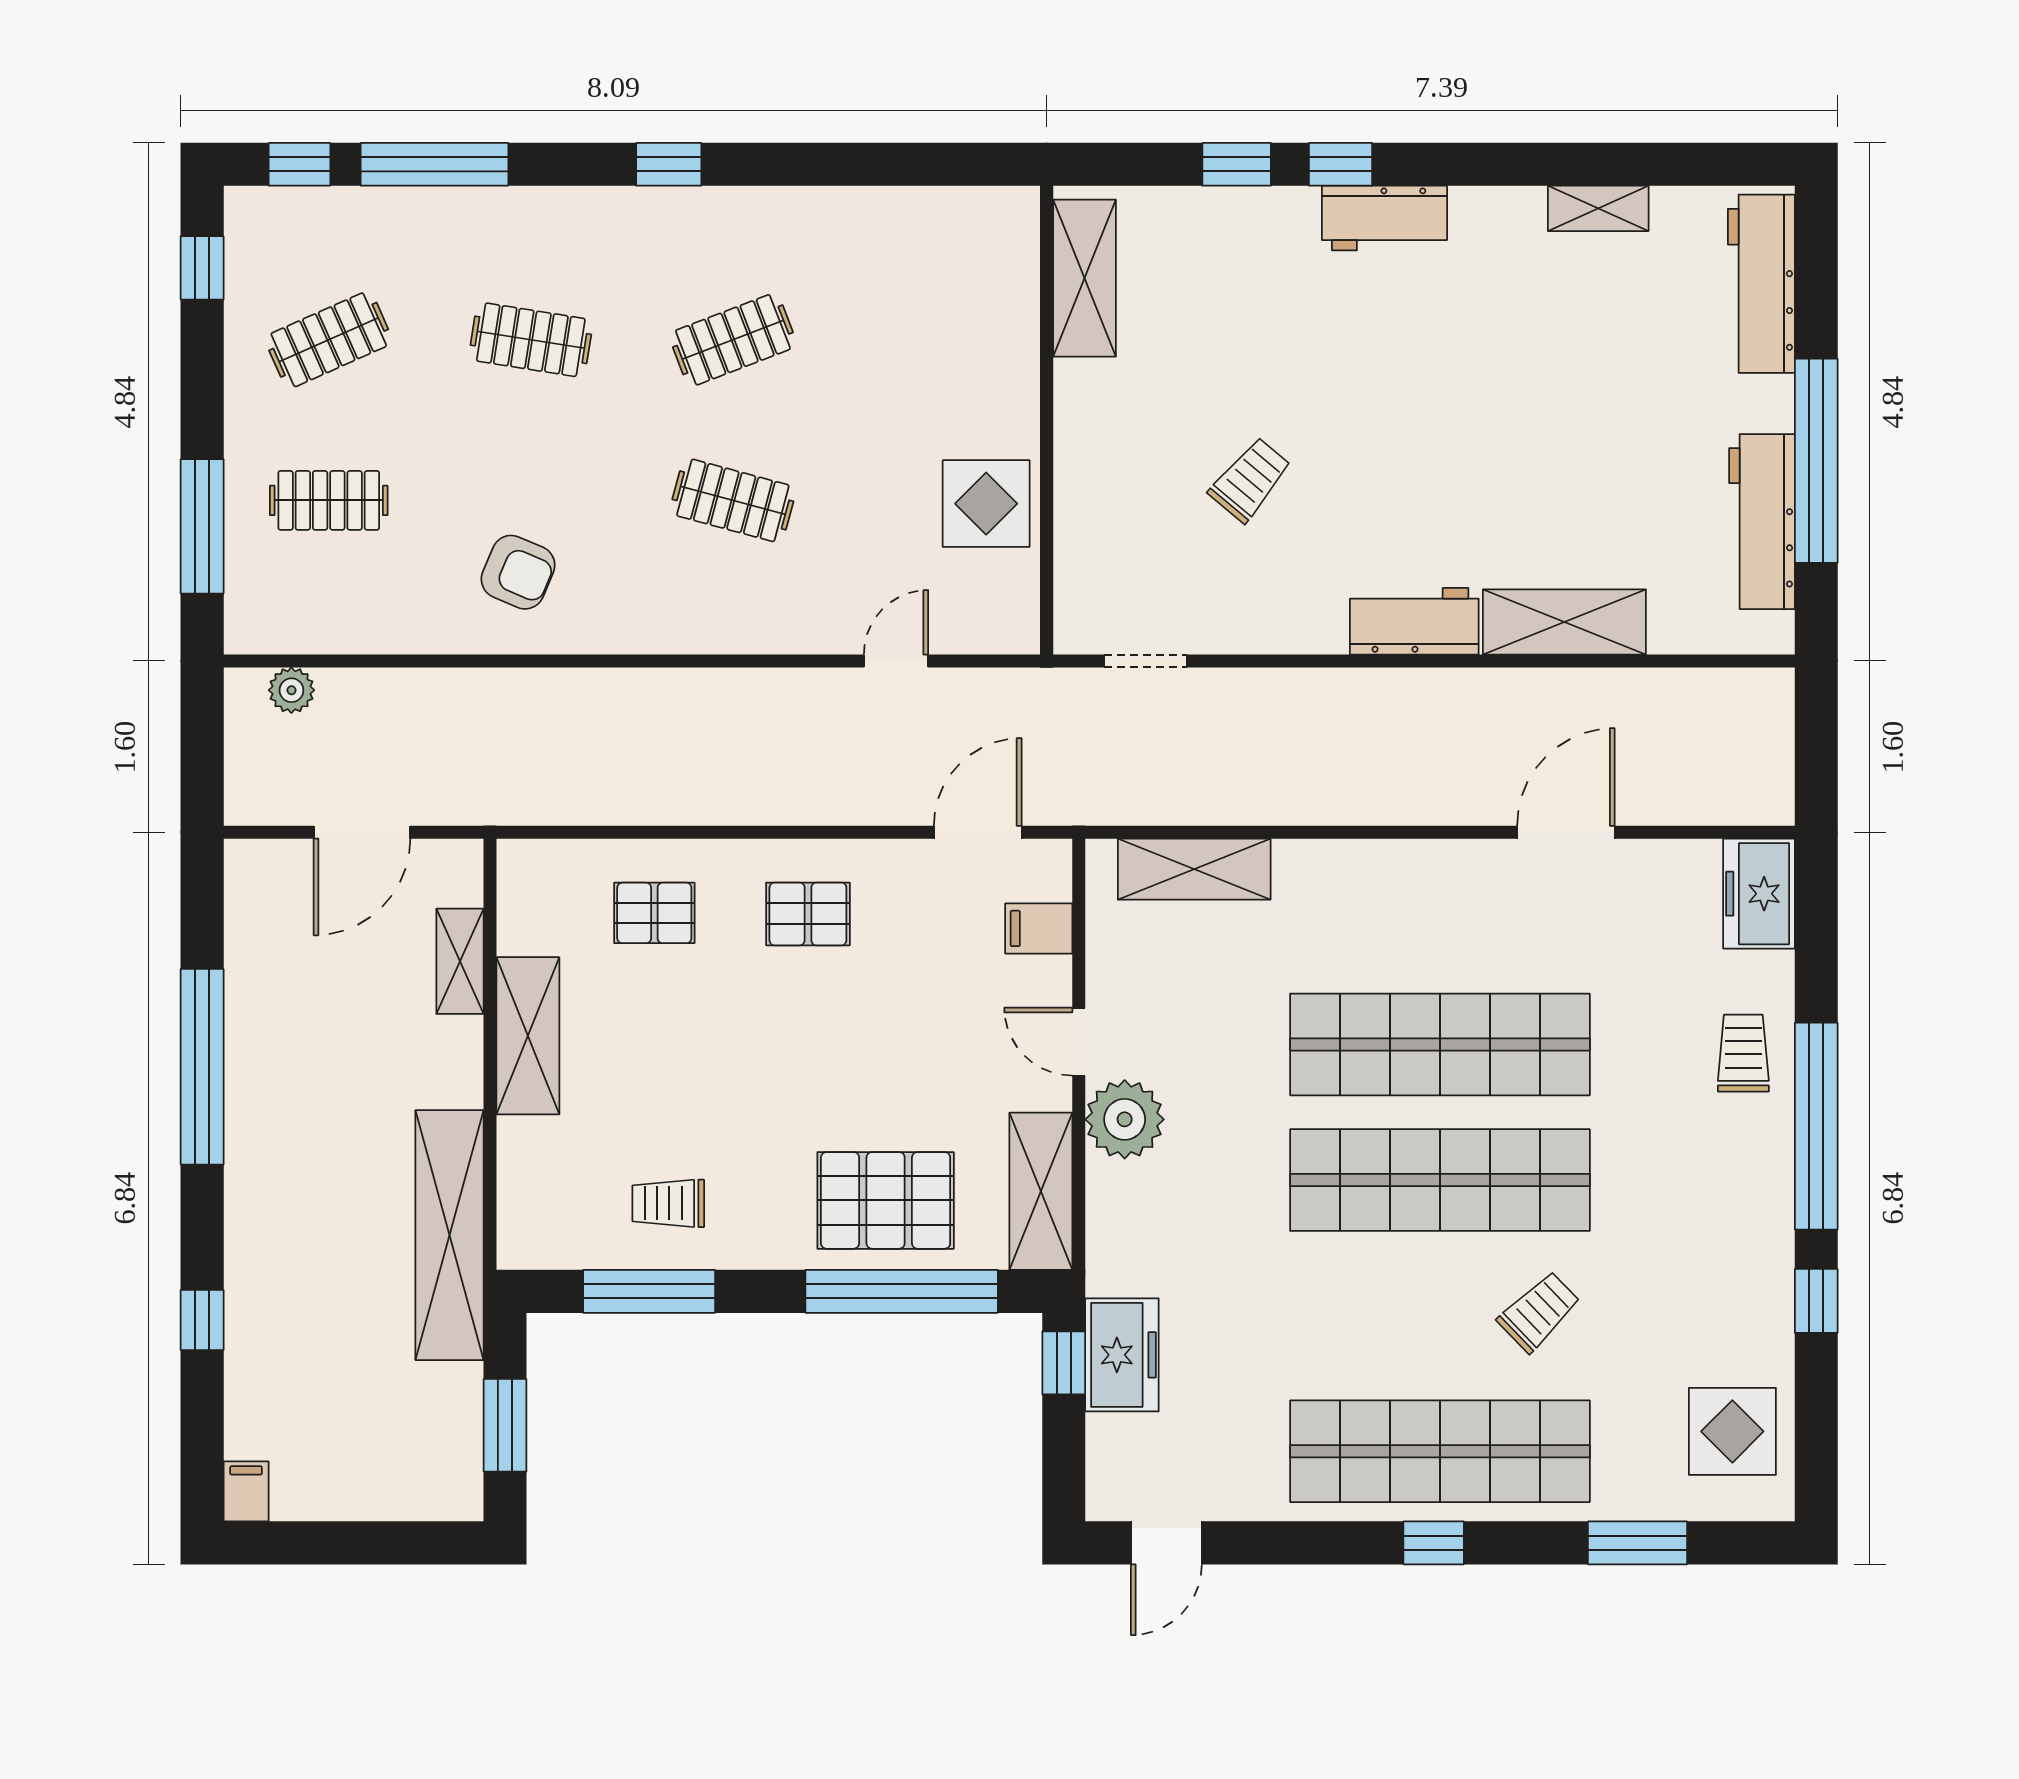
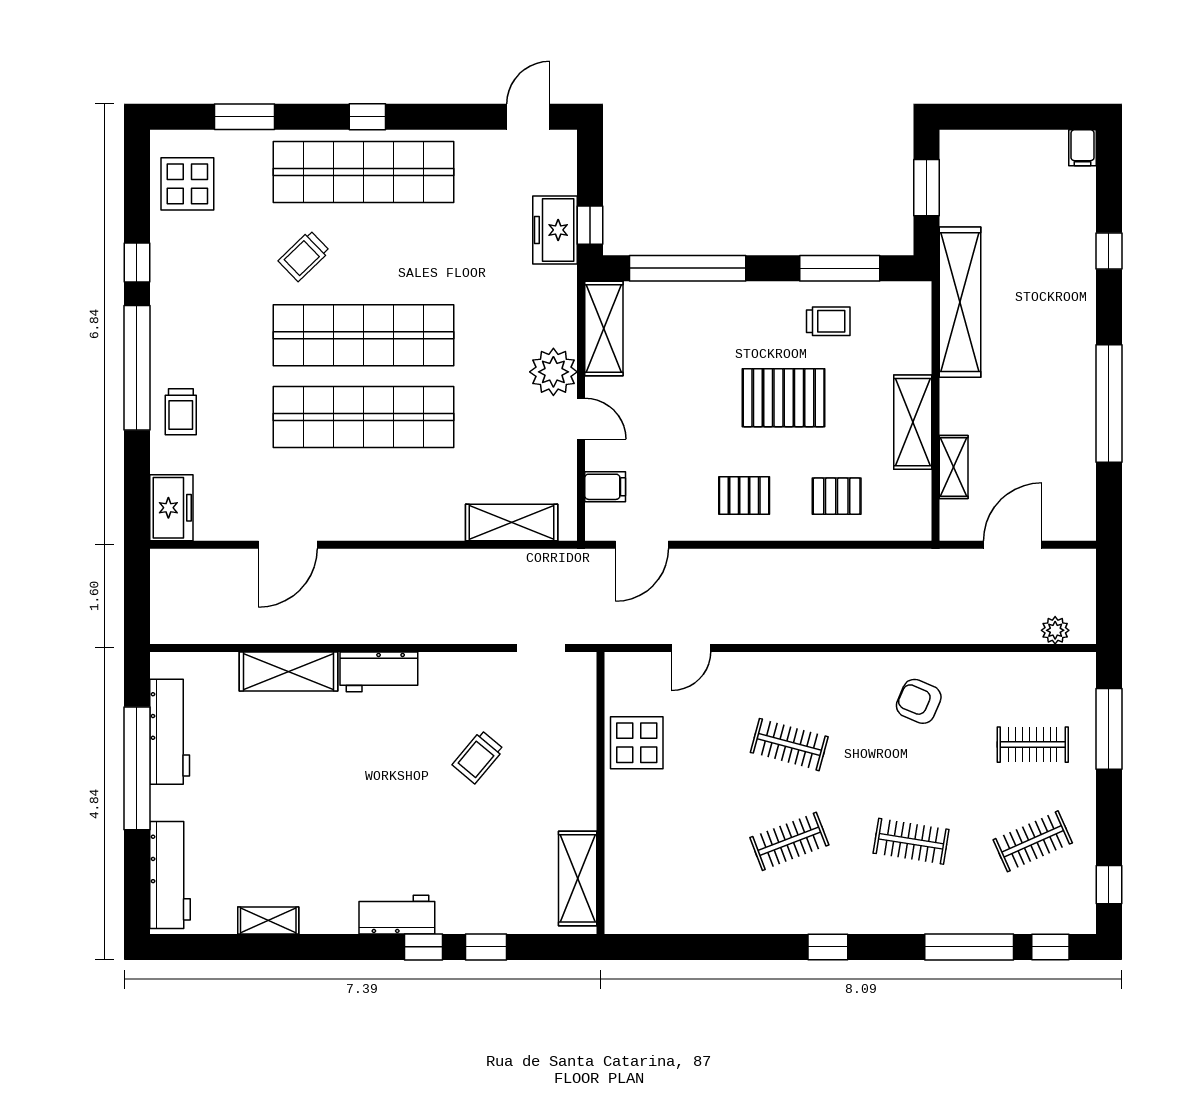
pallet: (886, 1200) -> (784, 398), moved

